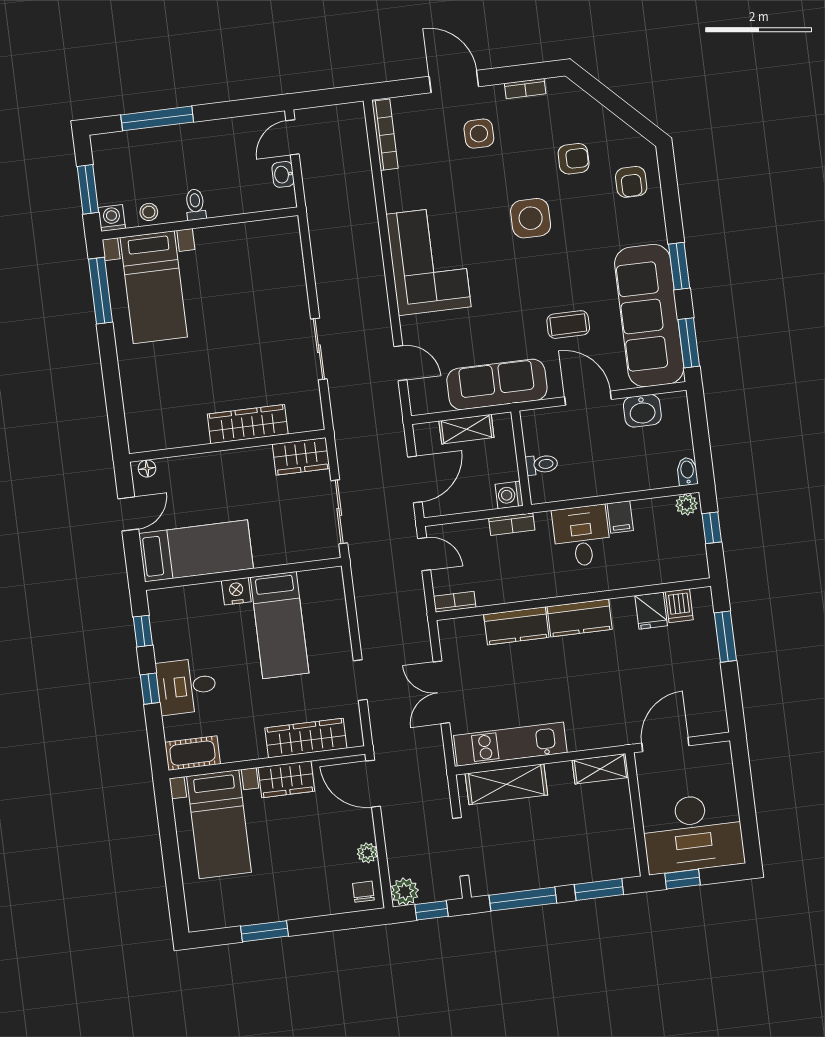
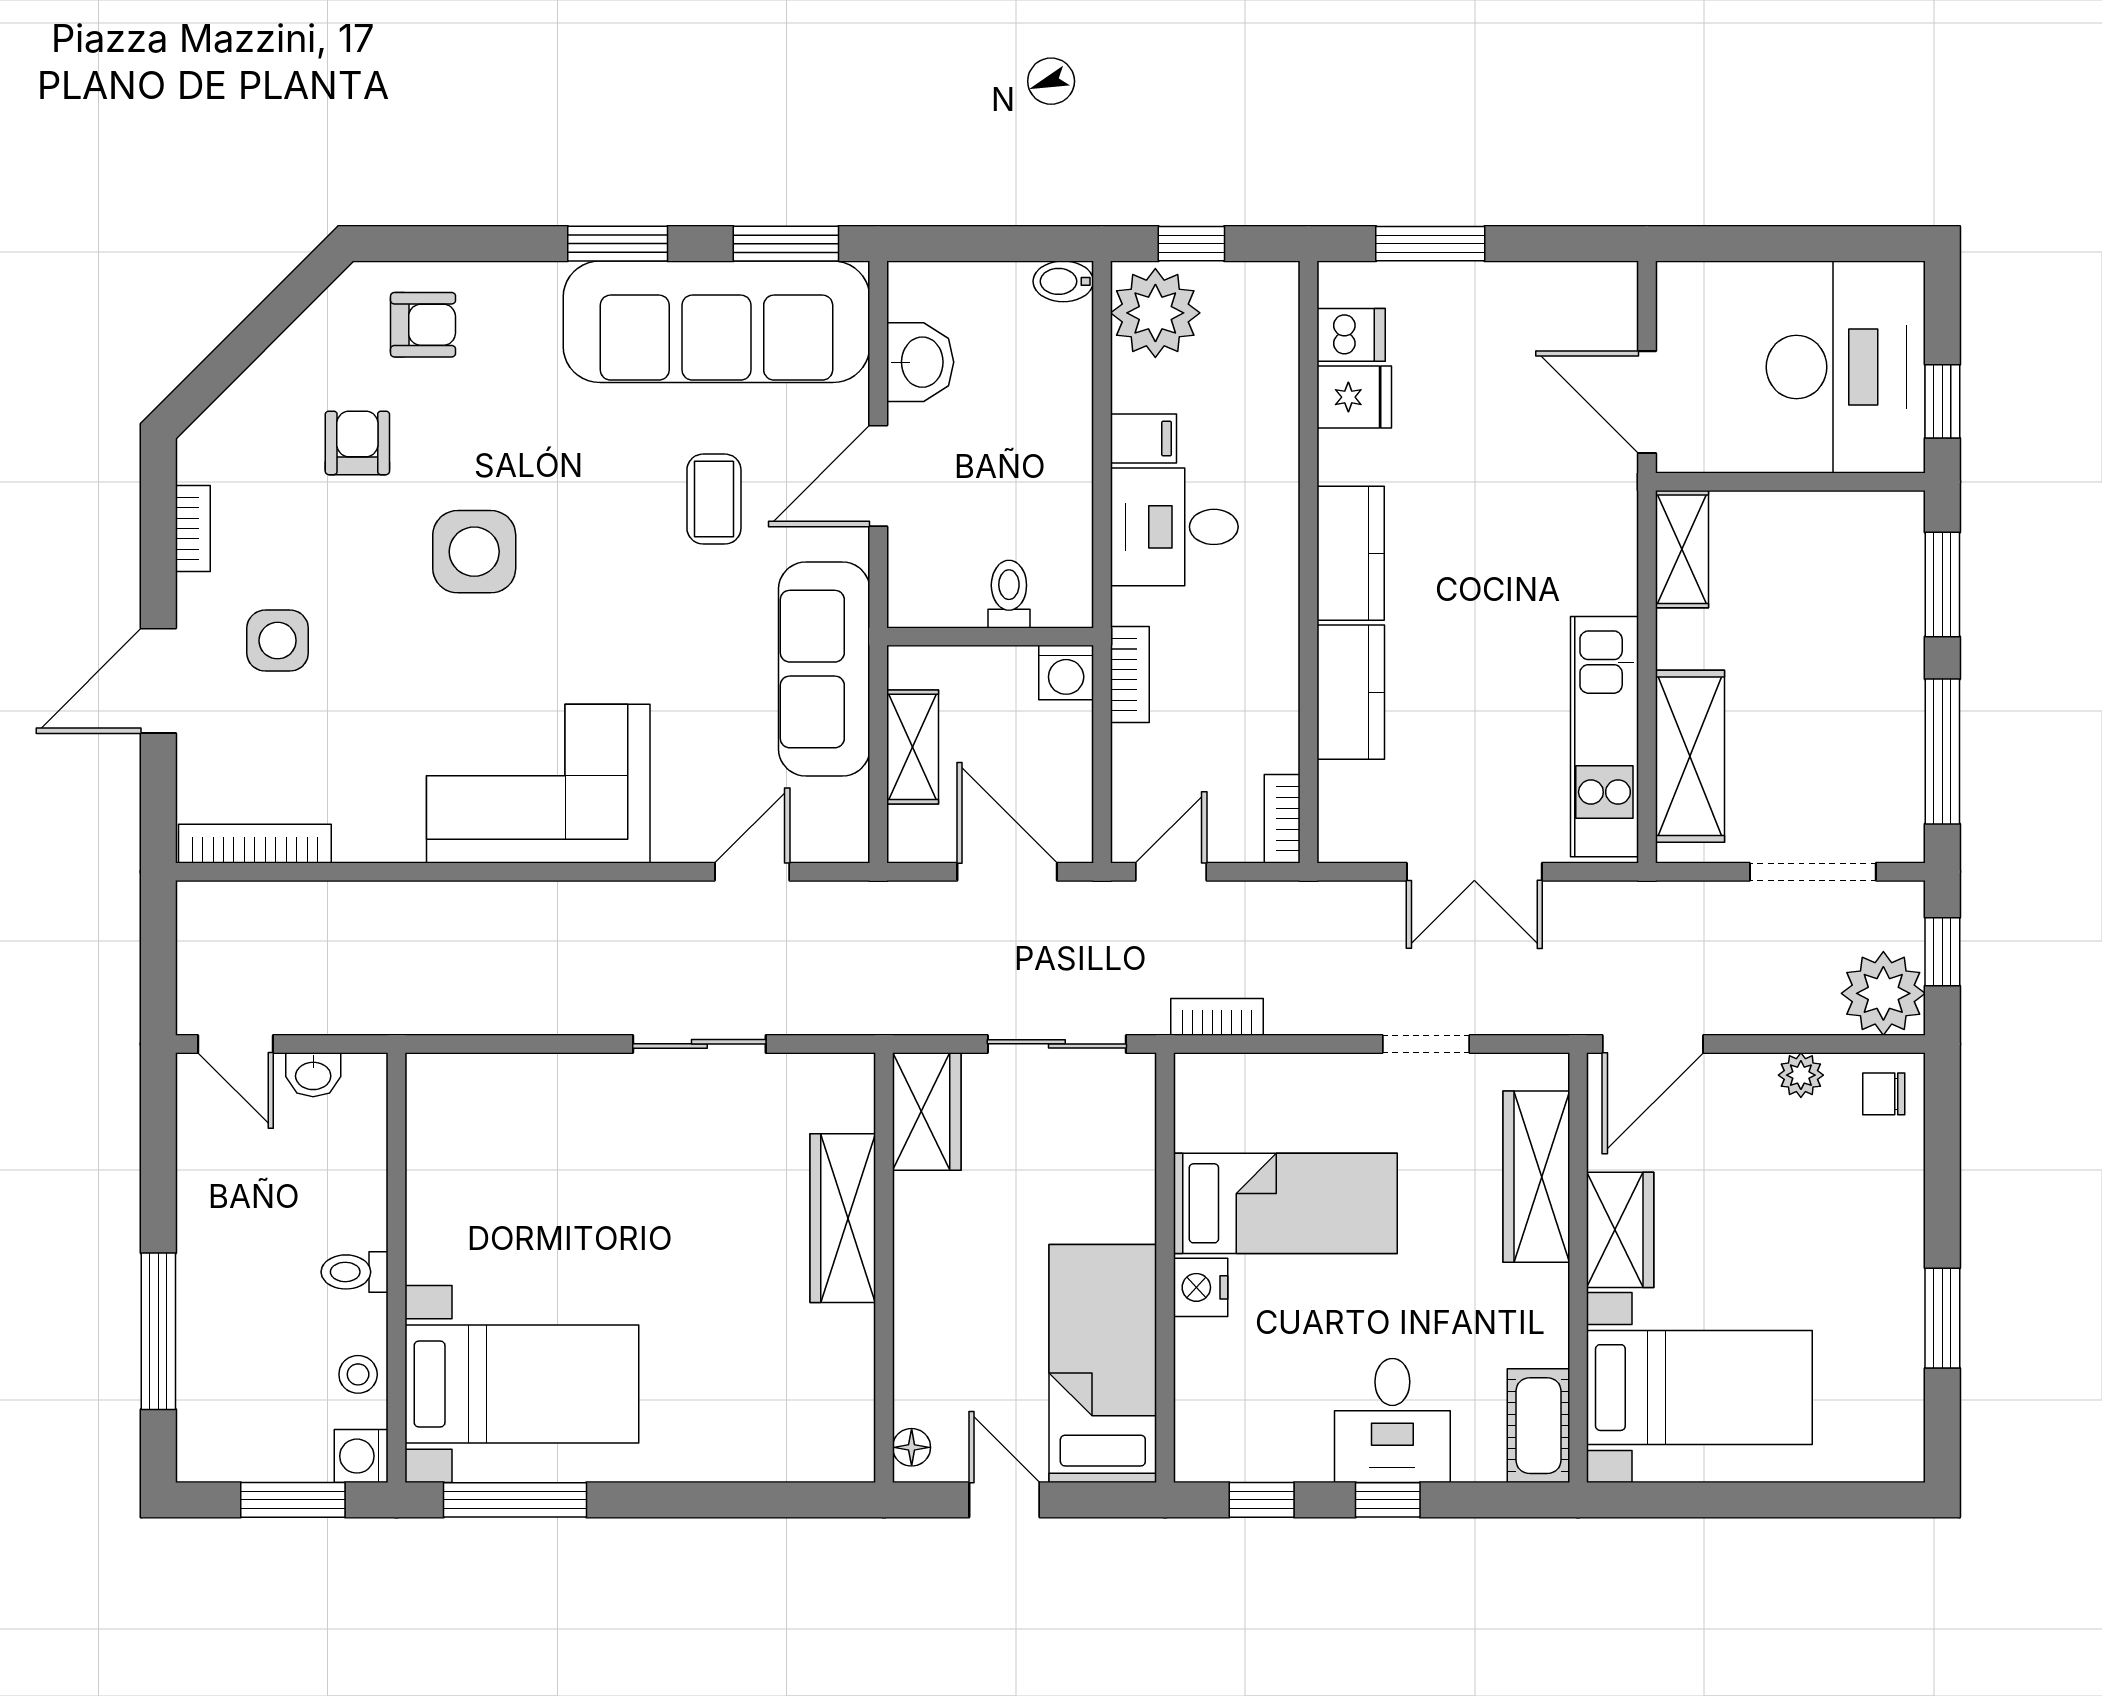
plant: (686, 505) -> (1155, 313), width x1.87, depth x1.87
bookcase: (361, 583) -> (1217, 1017), added
plant: (405, 892) -> (1883, 993), width x1.36, depth x1.36

